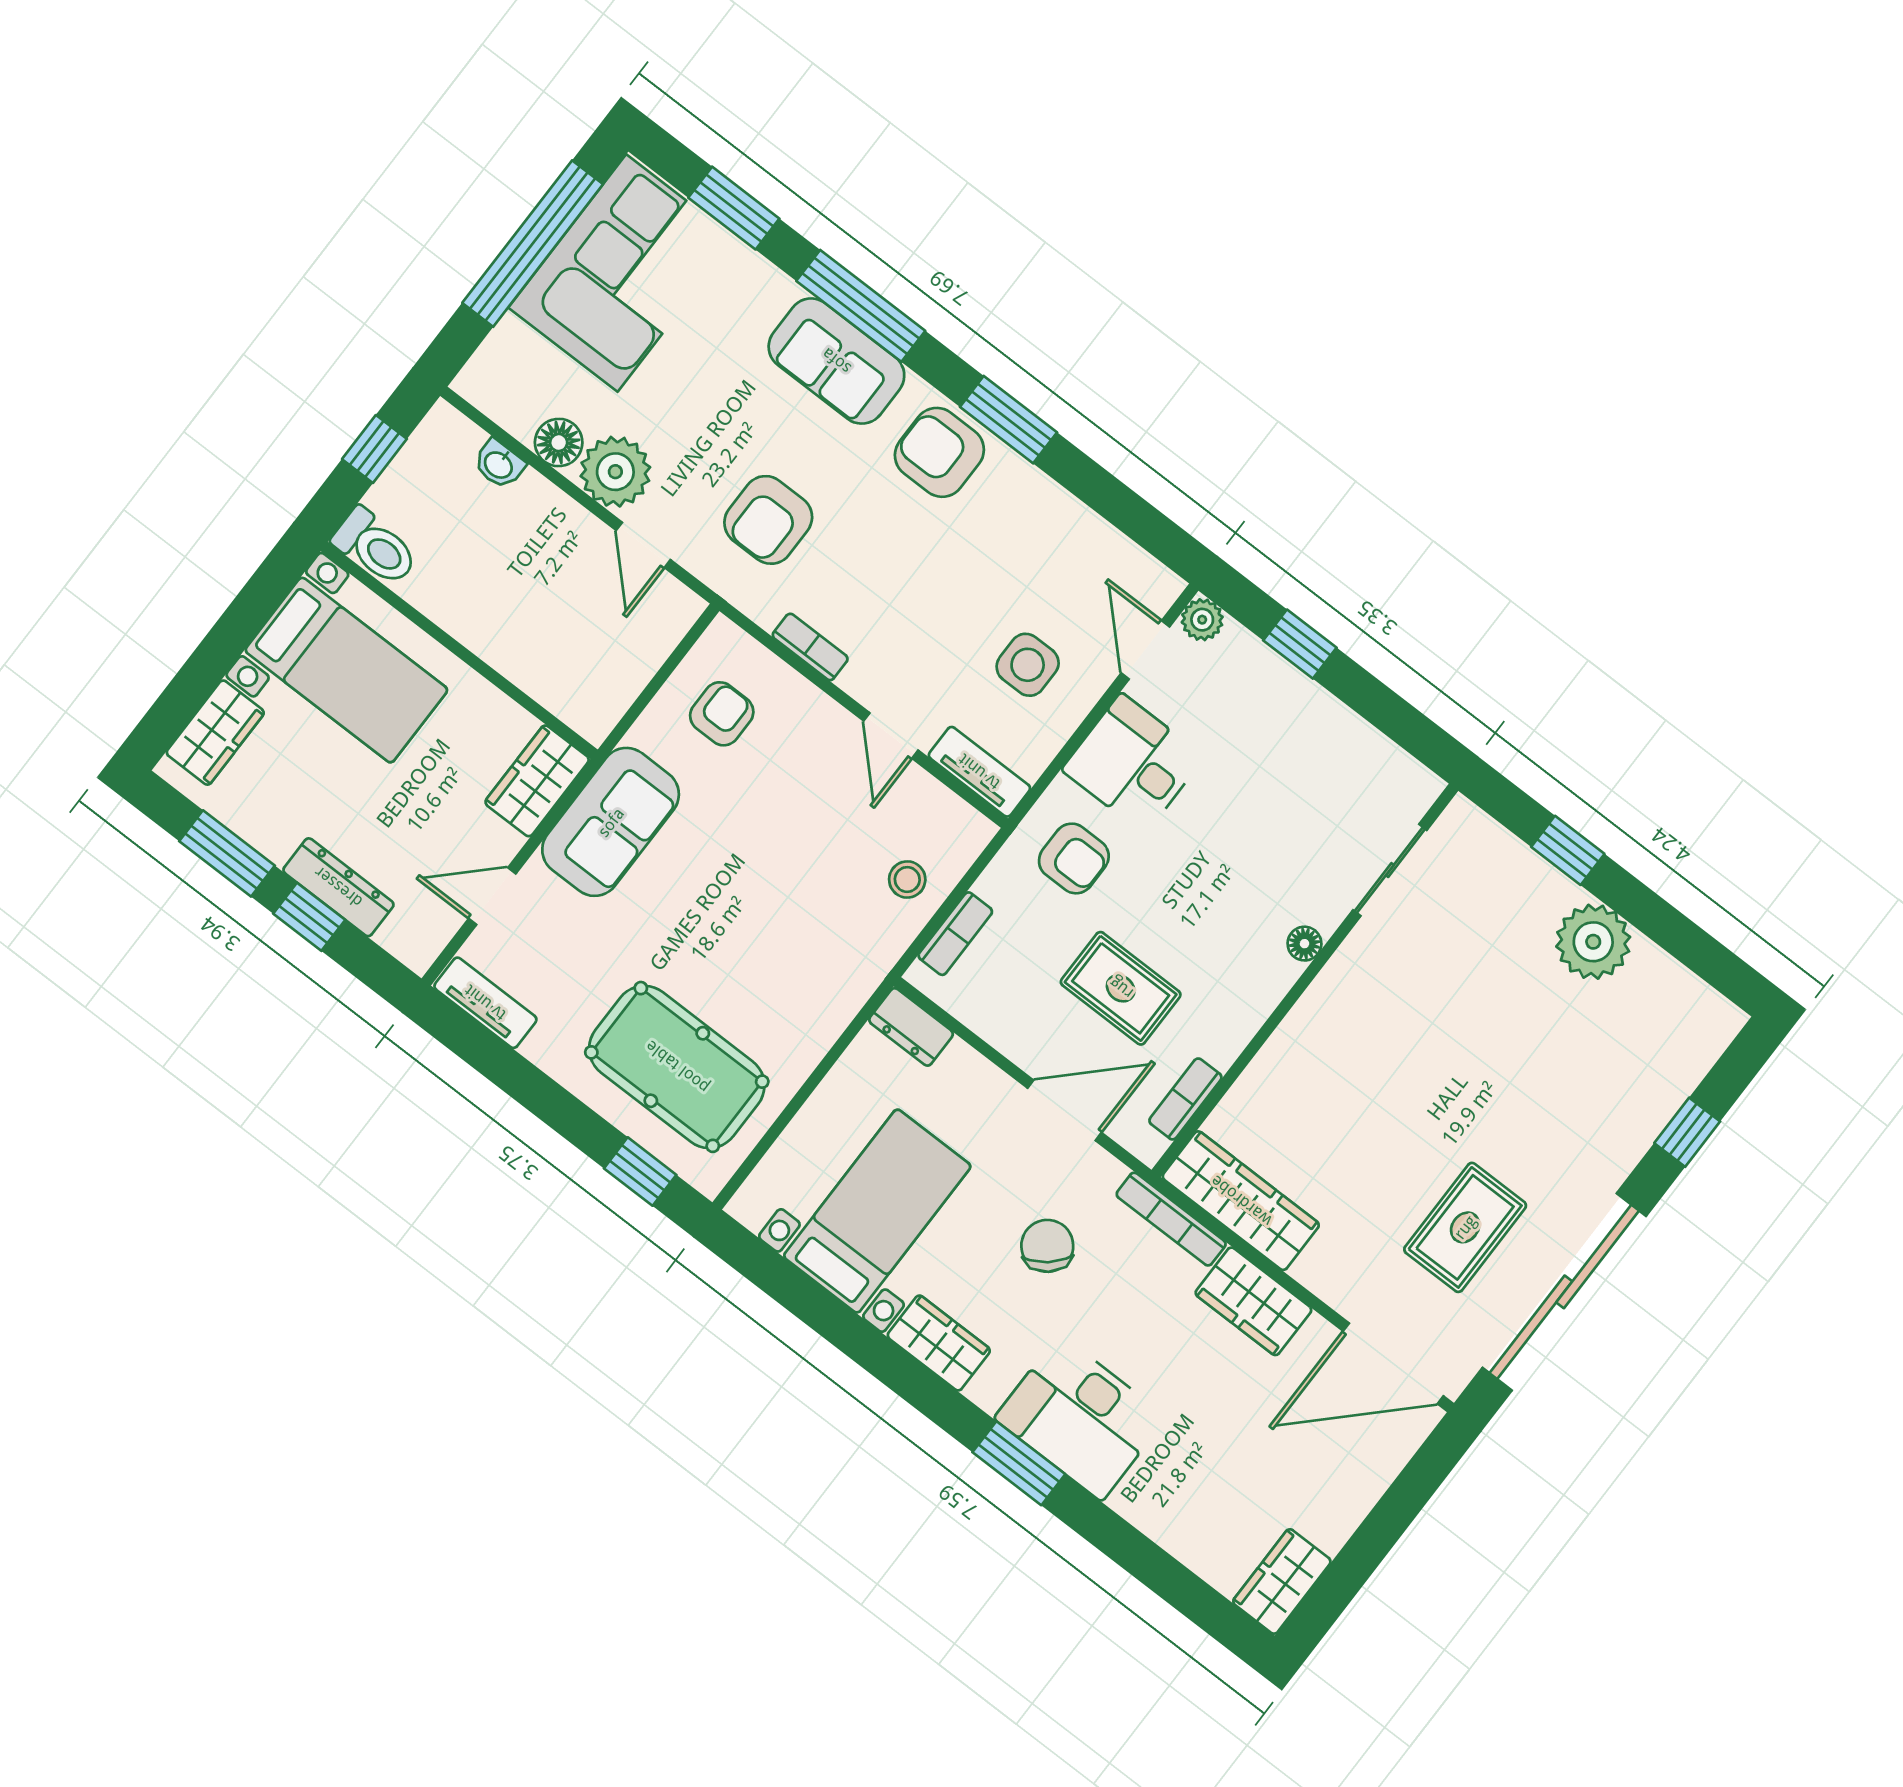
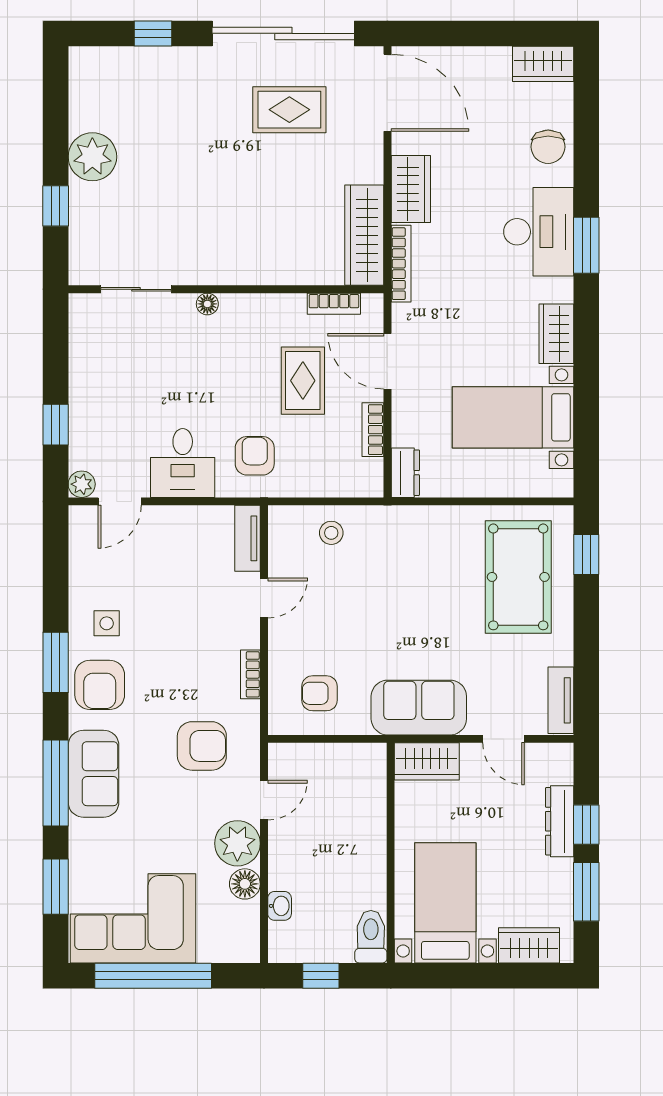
side table: (1028, 665) -> (107, 623), moved, width x0.73, depth x0.73
bookcase: (955, 934) -> (373, 430), moved, turned -90
chair: (1047, 1246) -> (548, 147), moved, turned -50

